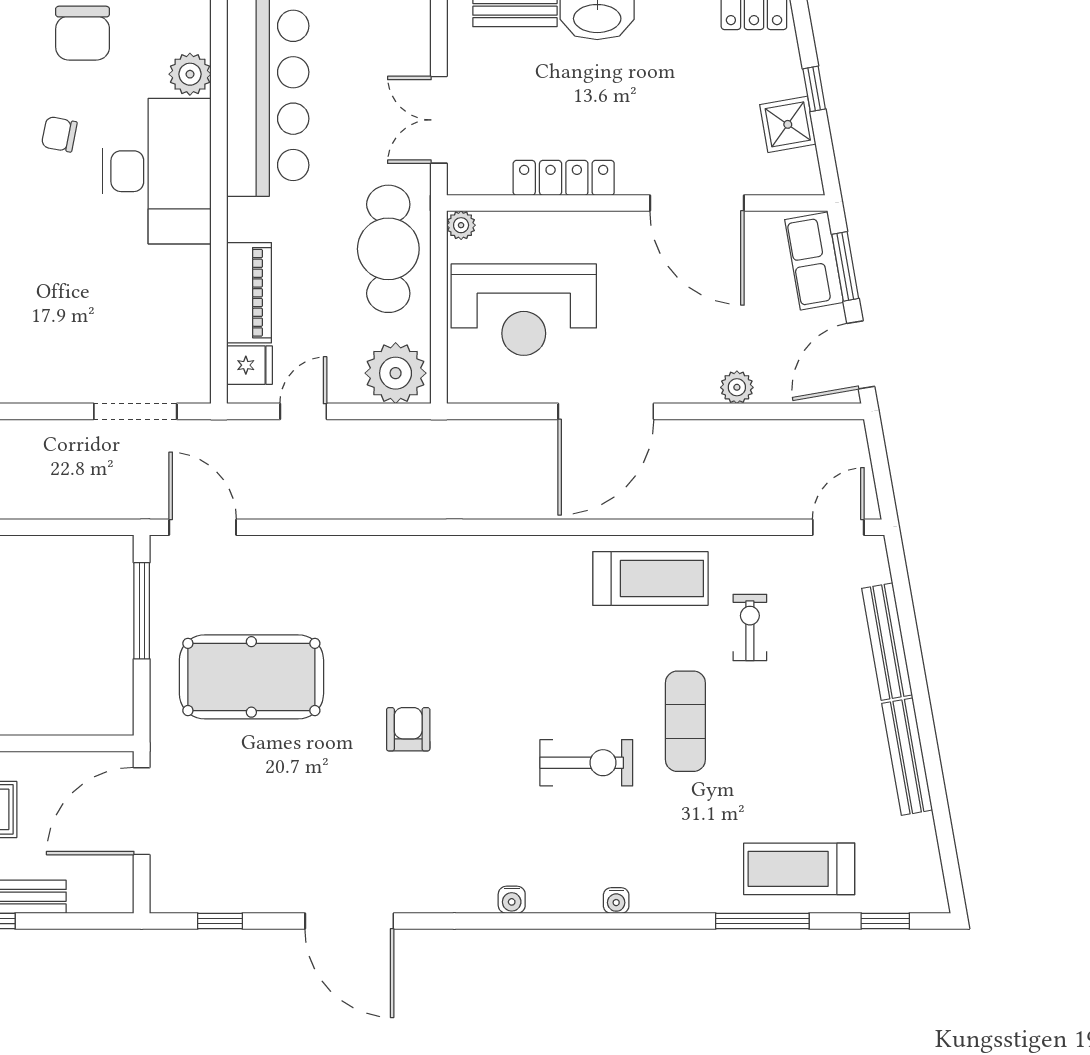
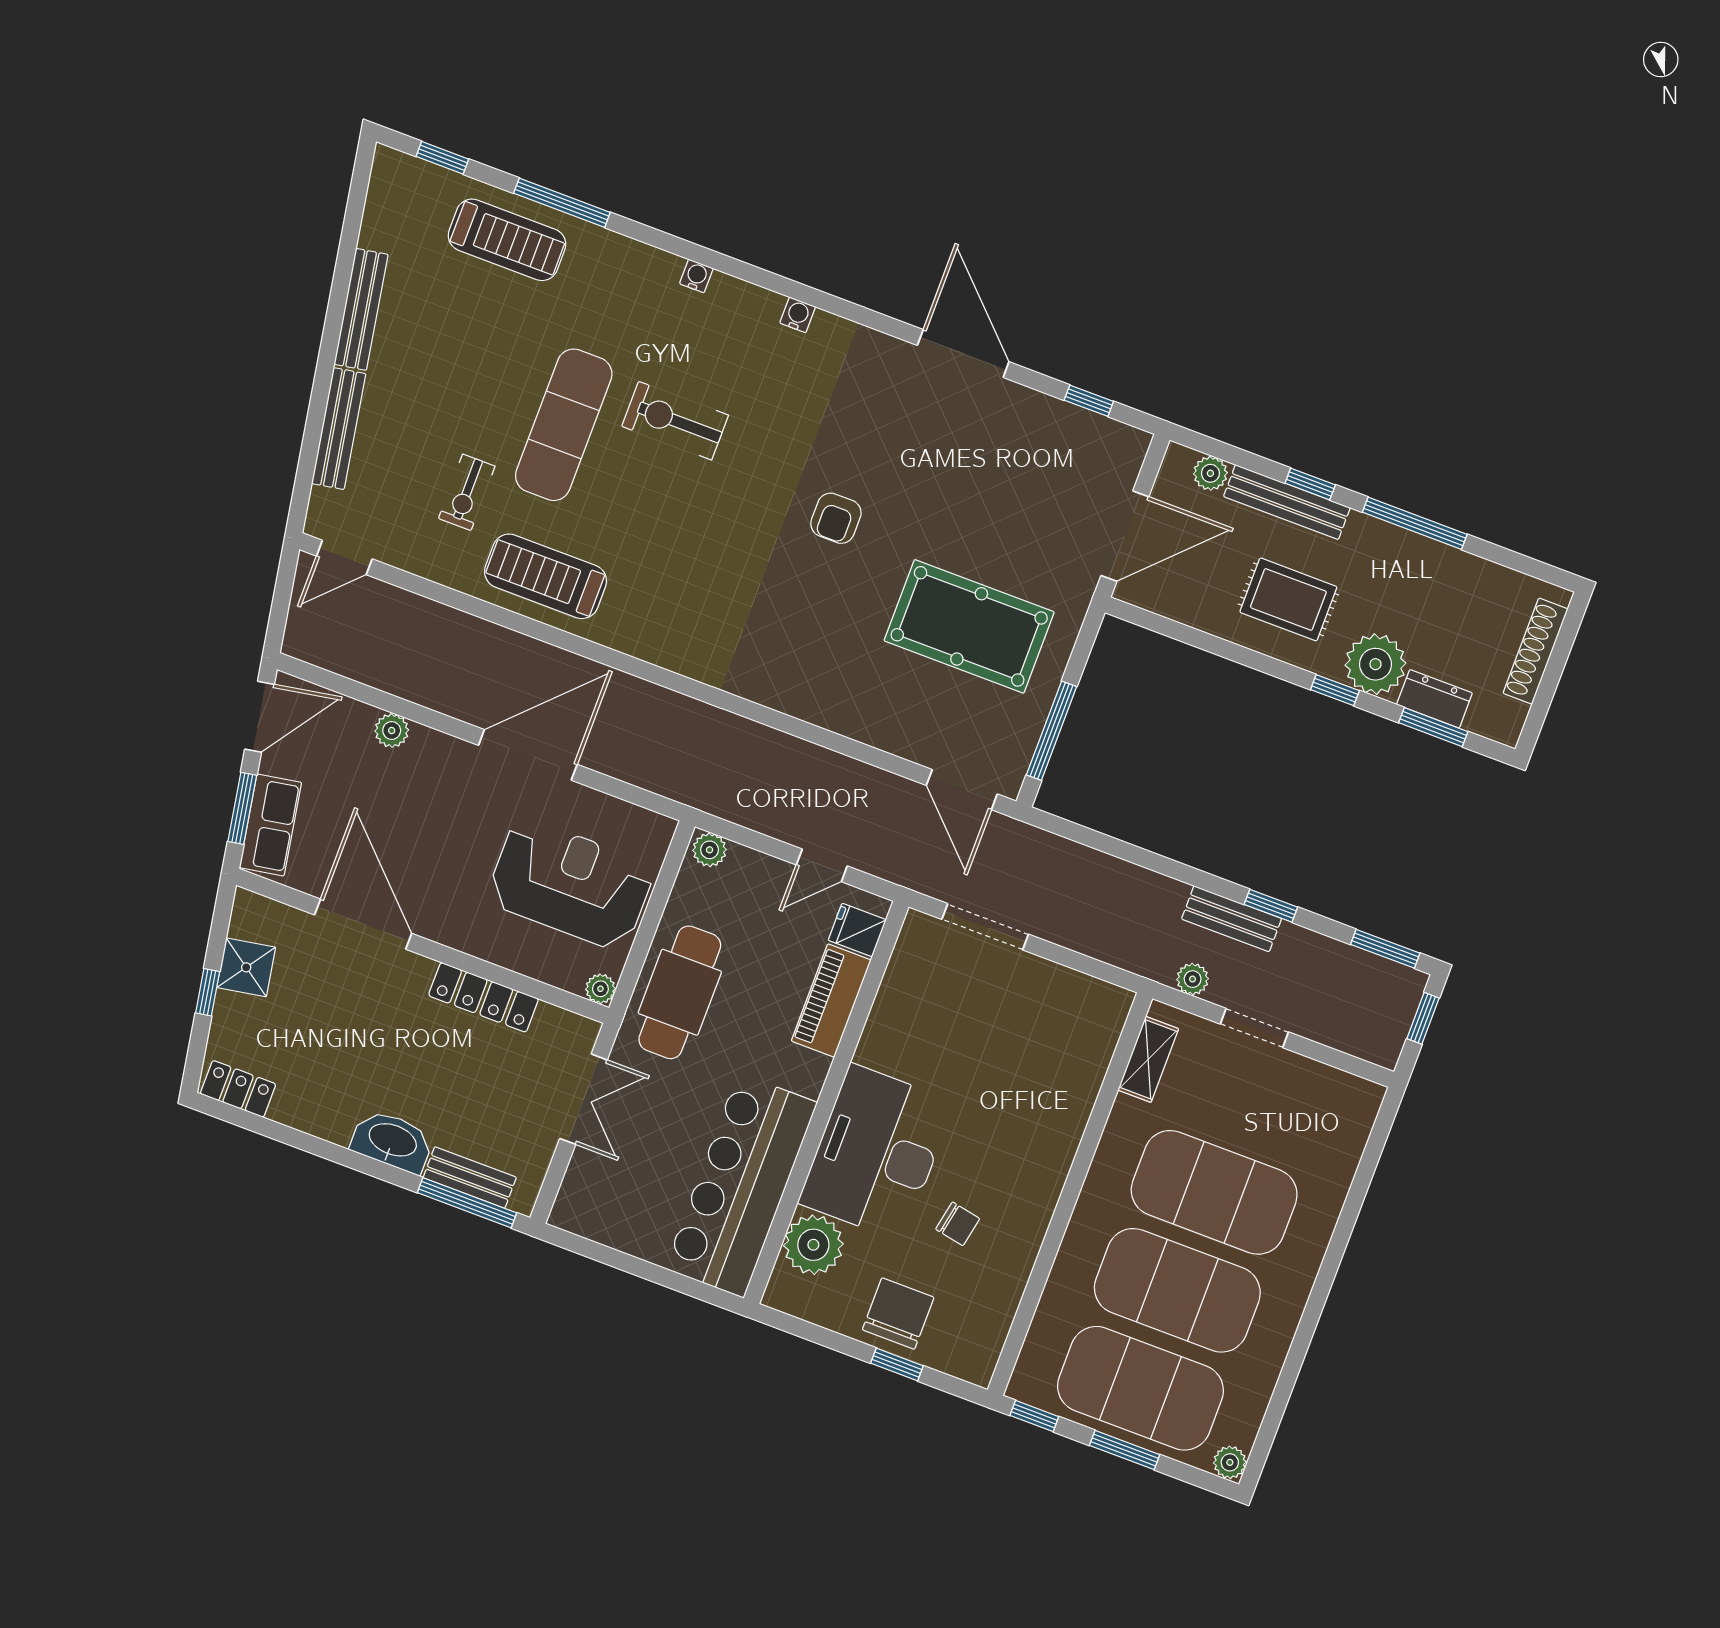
plant: (190, 74) -> (813, 1245), width x1.36, depth x1.36
plant: (396, 373) -> (710, 850), width x0.53, depth x0.53
exercise mat: (685, 721) -> (564, 425), width x1.36, depth x1.45
plant: (86, 897) -> (1210, 473), added

